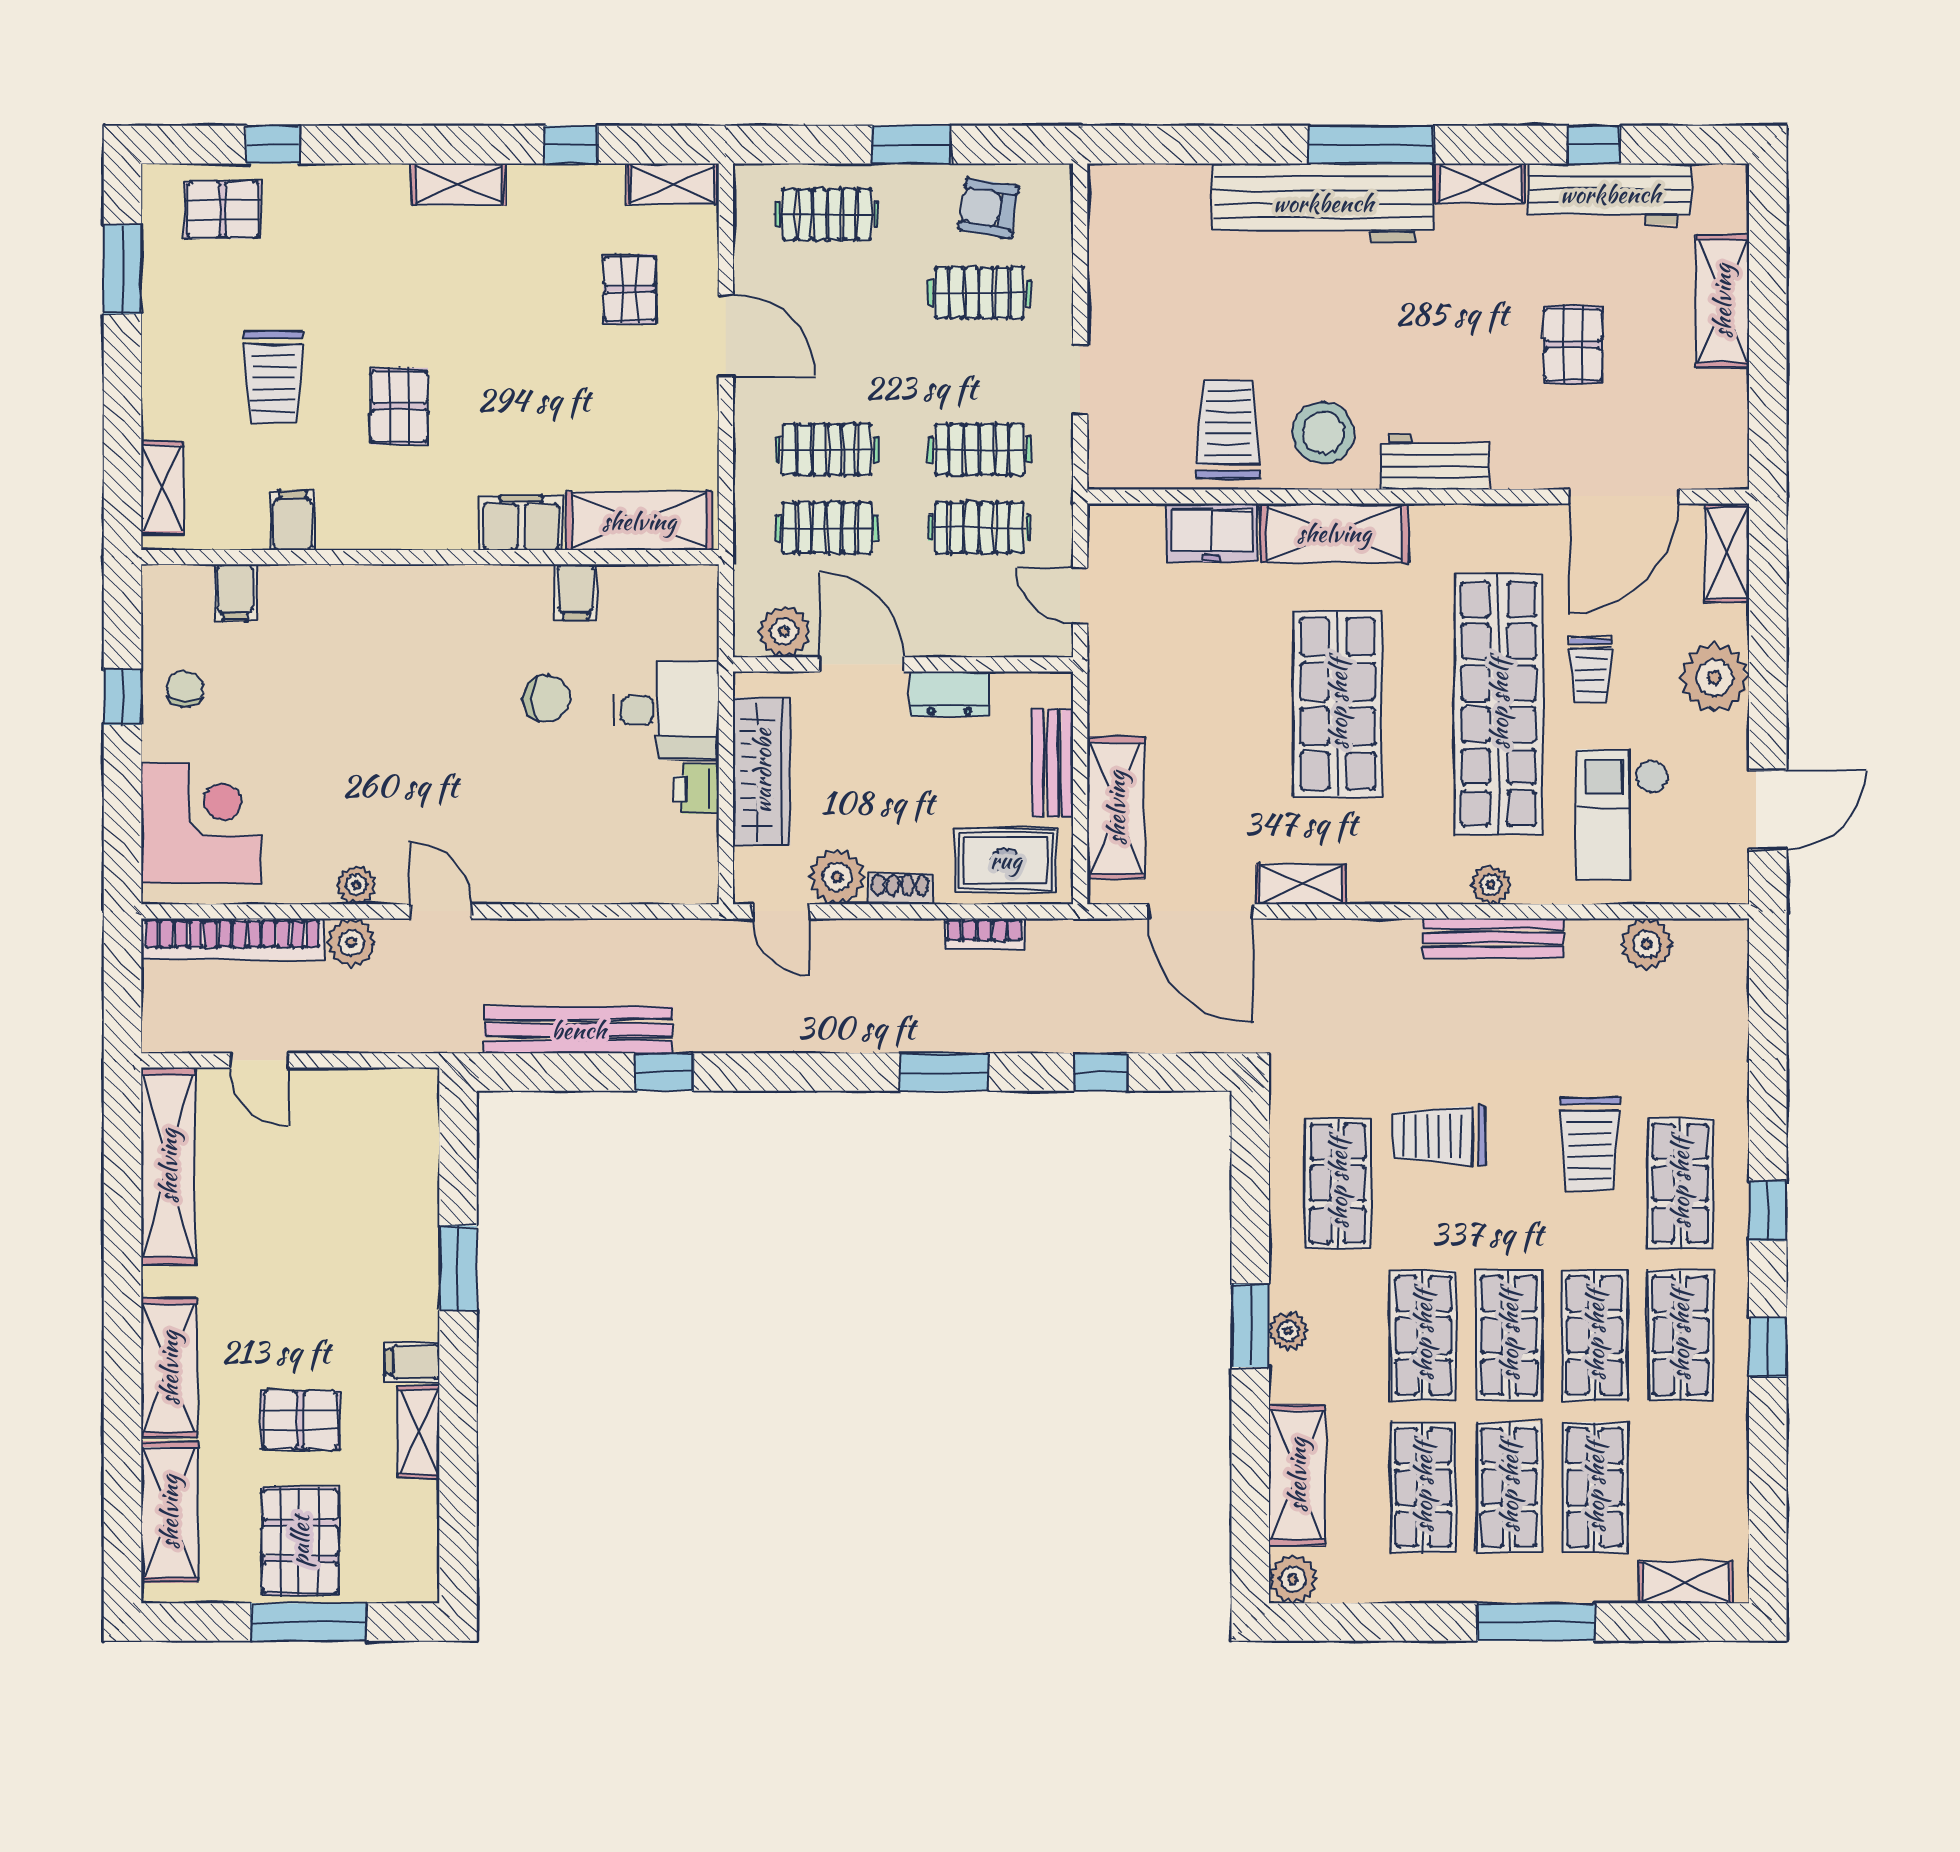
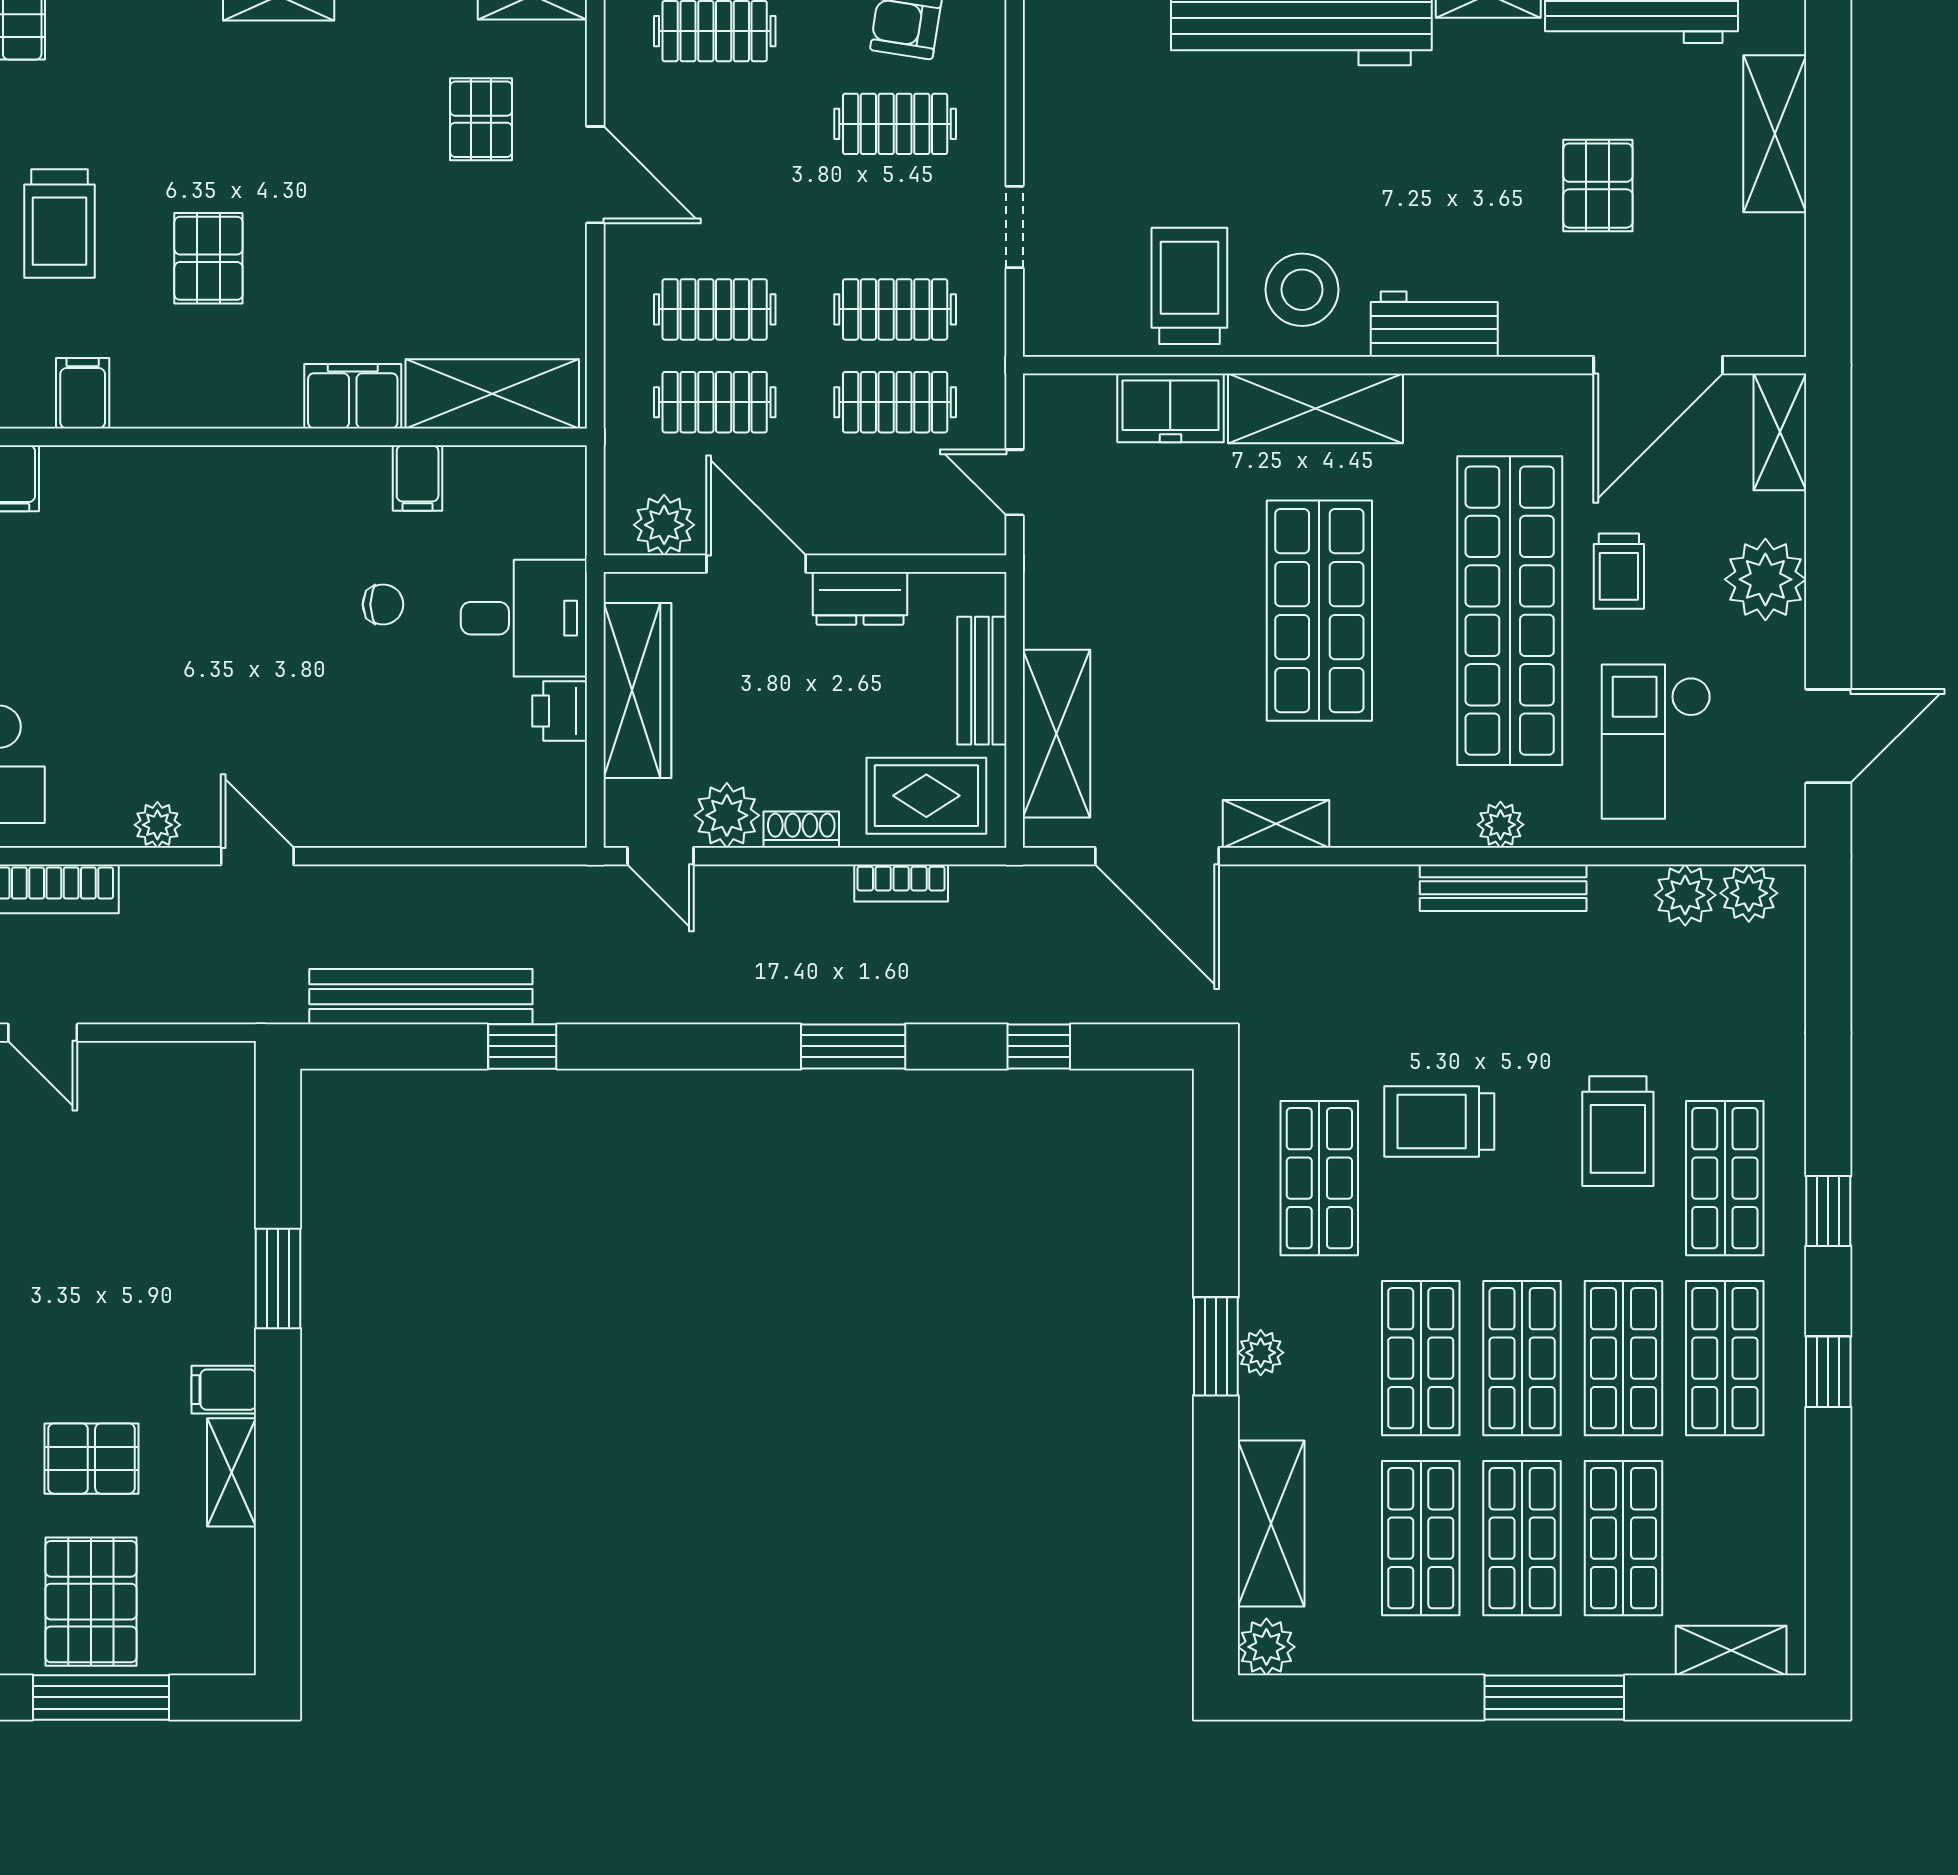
chair: (547, 699) -> (383, 604), width x0.73, depth x0.73
plant: (351, 943) -> (1749, 893), moved

